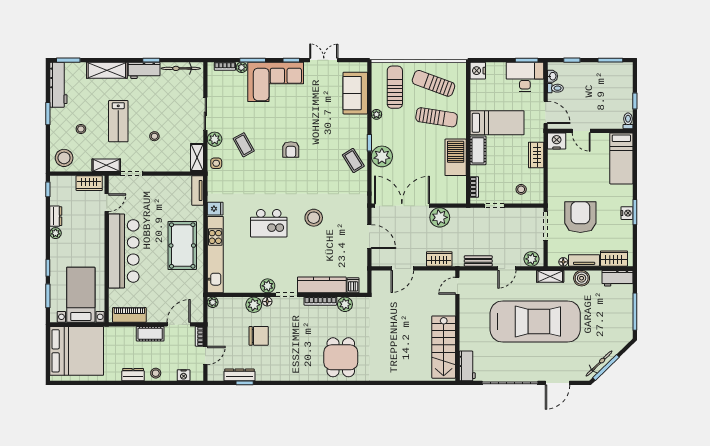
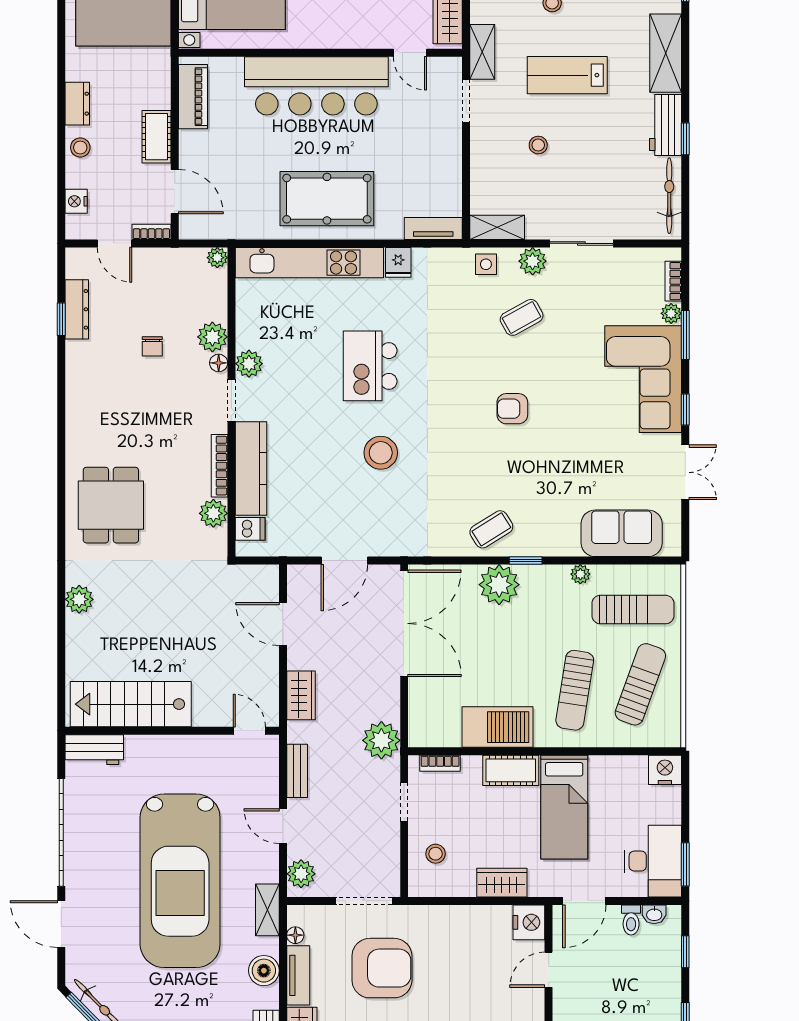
plant: (440, 217) -> (381, 740), moved
chair: (259, 336) -> (152, 346), width x0.54, depth x0.54
dining table: (341, 357) -> (111, 505), turned 90
plant: (390, 374) -> (79, 599), added

